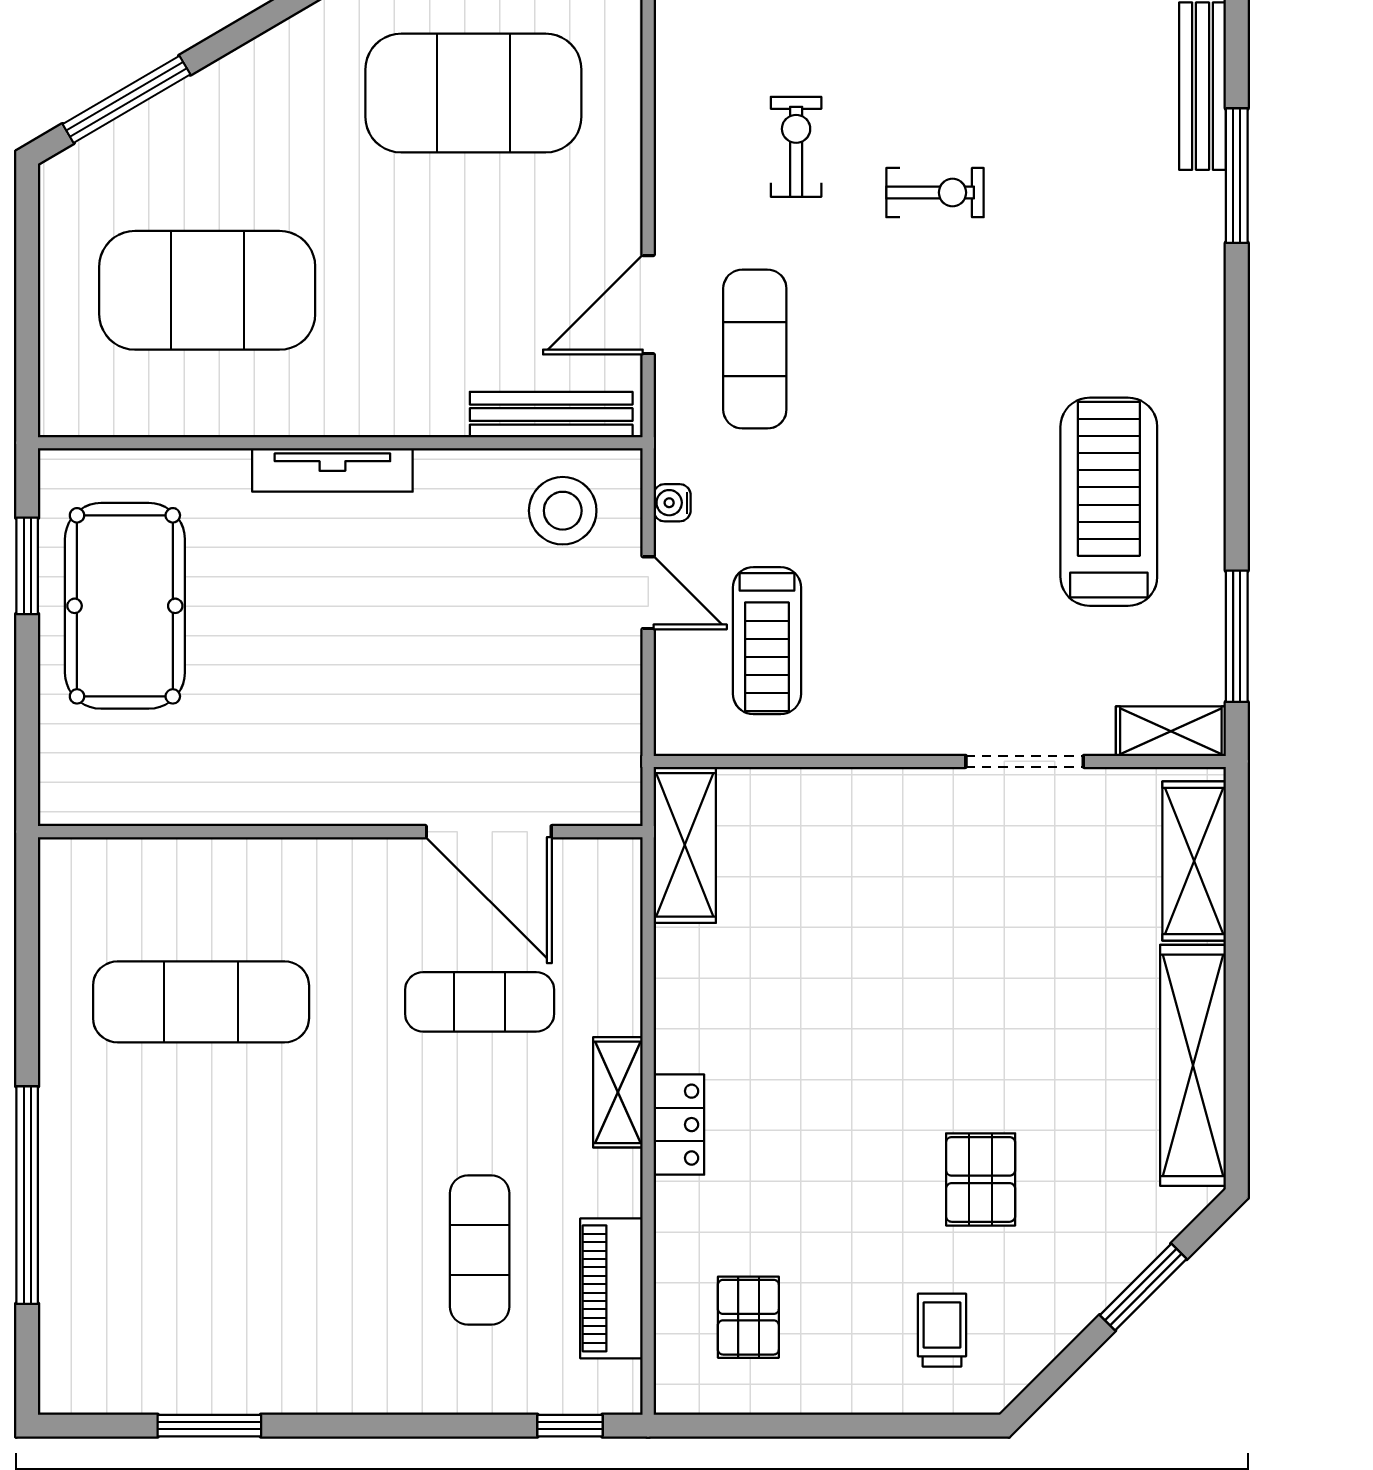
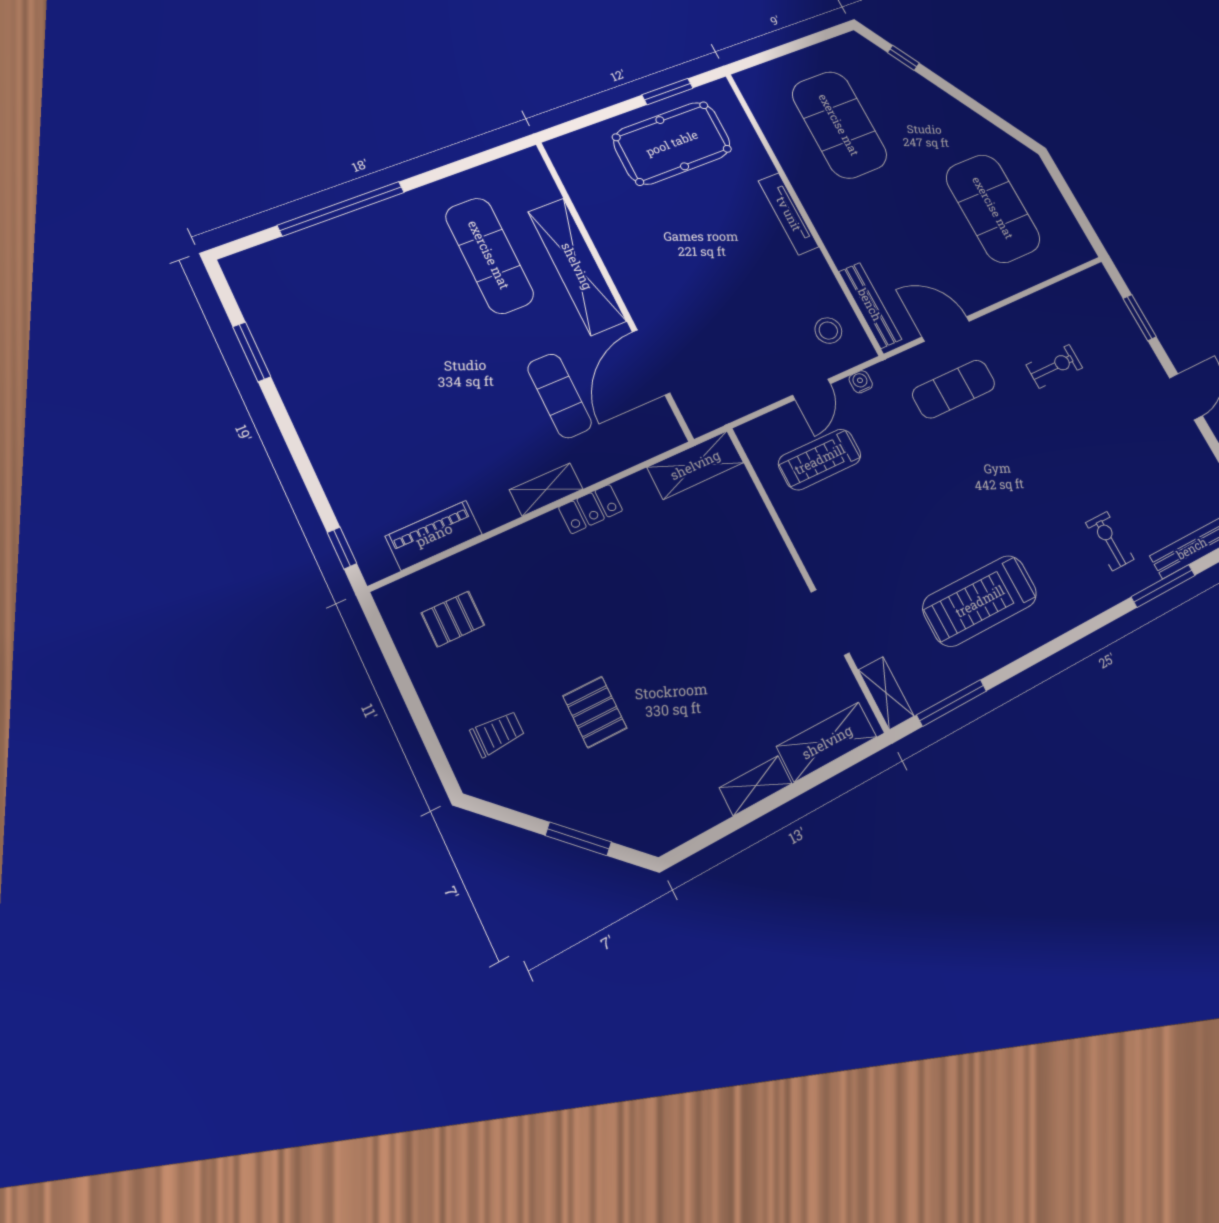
window: (126, 99) -> (903, 58), width x0.46
exercise bike: (935, 193) -> (1110, 541), moved, turned 180
treadmill: (1109, 502) -> (980, 601), turned 180
stool: (563, 511) -> (828, 331), width x0.73, depth x0.73
shelving: (277, 872) -> (577, 266), added
shelving: (1193, 1065) -> (756, 786), width x0.45, depth x0.75
locker: (679, 1125) -> (591, 509), moved
pallet: (981, 1179) -> (595, 712), turned 90
exercise mat: (480, 1250) -> (422, 454), removed

